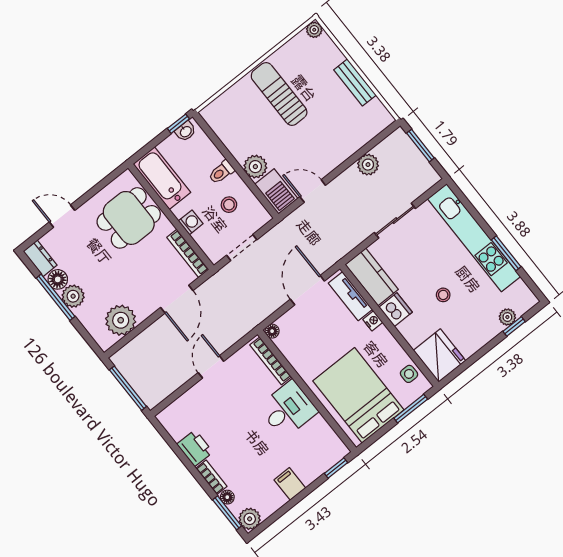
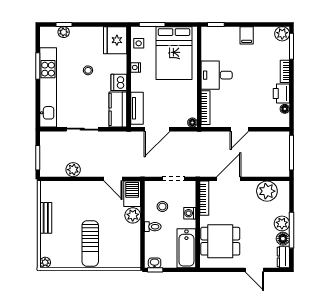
nightstand: (373, 321) -> (136, 68), moved
floor lamp: (227, 497) -> (285, 109), moved

